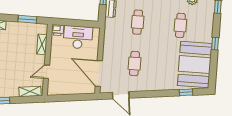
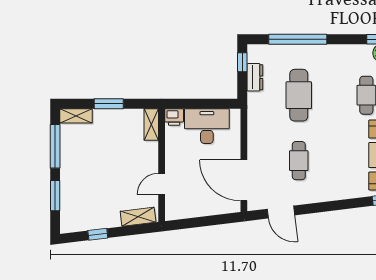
window: (27, 19) -> (109, 104), moved
cafe table: (138, 22) -> (299, 95), width x1.37, depth x1.35
shelving: (42, 44) -> (151, 125), moved

